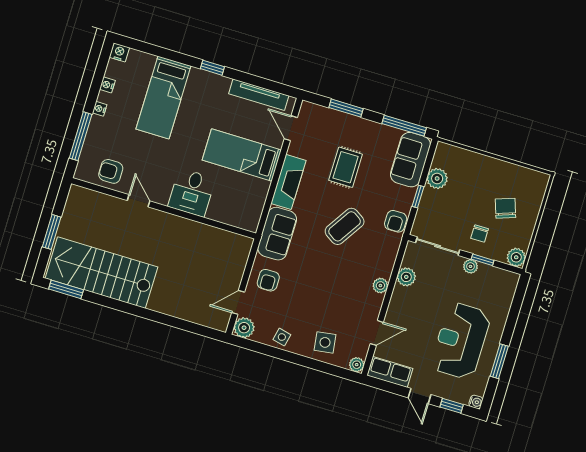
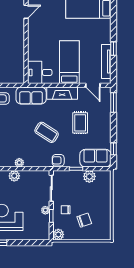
window: (212, 68) -> (114, 49), moved
window: (346, 108) -> (114, 102), moved
window: (404, 126) -> (114, 149), width x0.46
door: (291, 128) -> (93, 85), swing flipped
rug: (346, 167) -> (80, 123), turned 90
desk: (192, 192) -> (40, 72), moved
plant: (406, 277) -> (14, 176), moved

